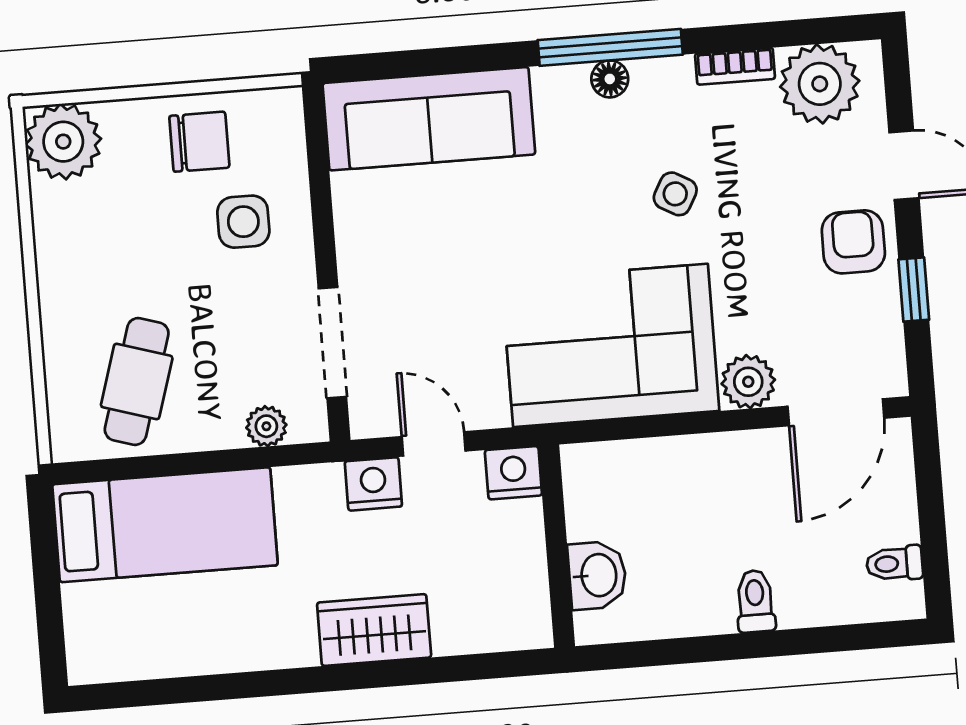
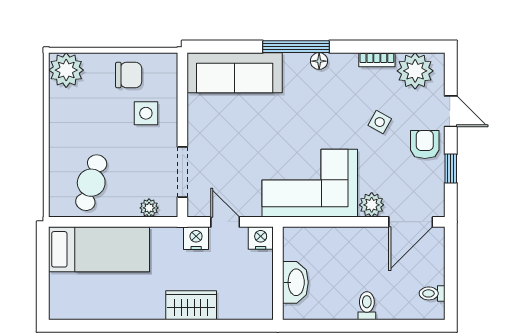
window: (610, 47) -> (296, 47), moved
side table: (675, 194) -> (380, 122), moved
washbasin: (597, 575) -> (295, 282), width x1.38

